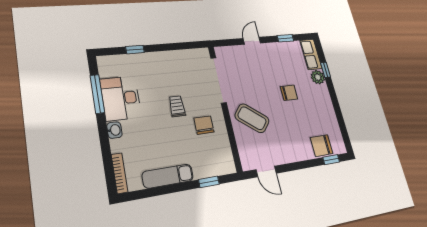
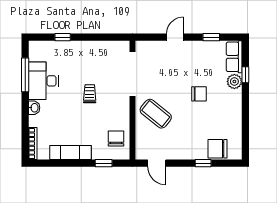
chair: (204, 125) -> (116, 139), moved
window: (331, 160) -> (203, 163), moved

